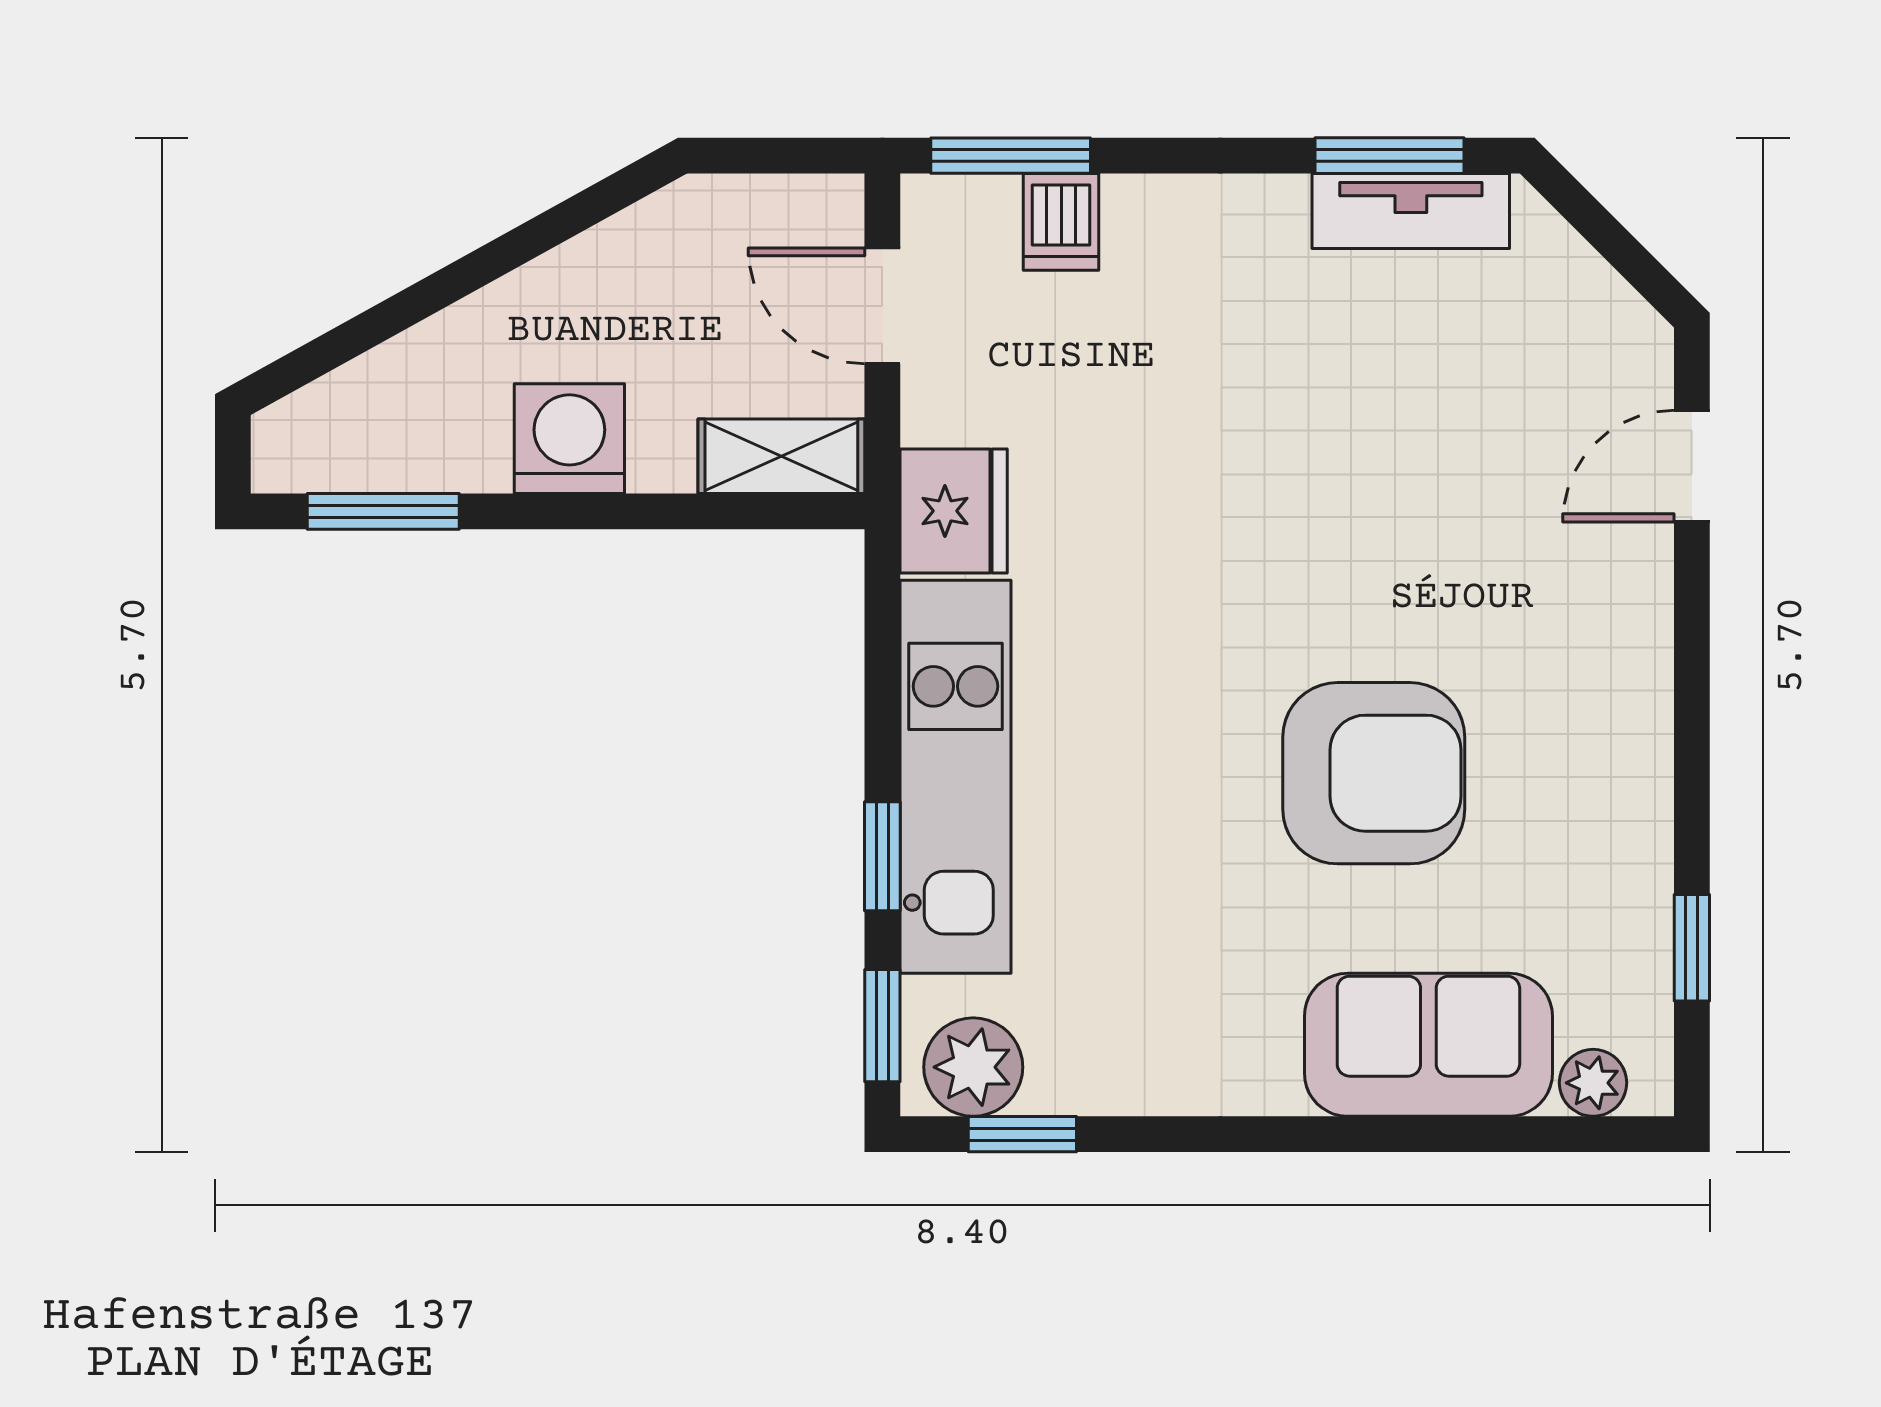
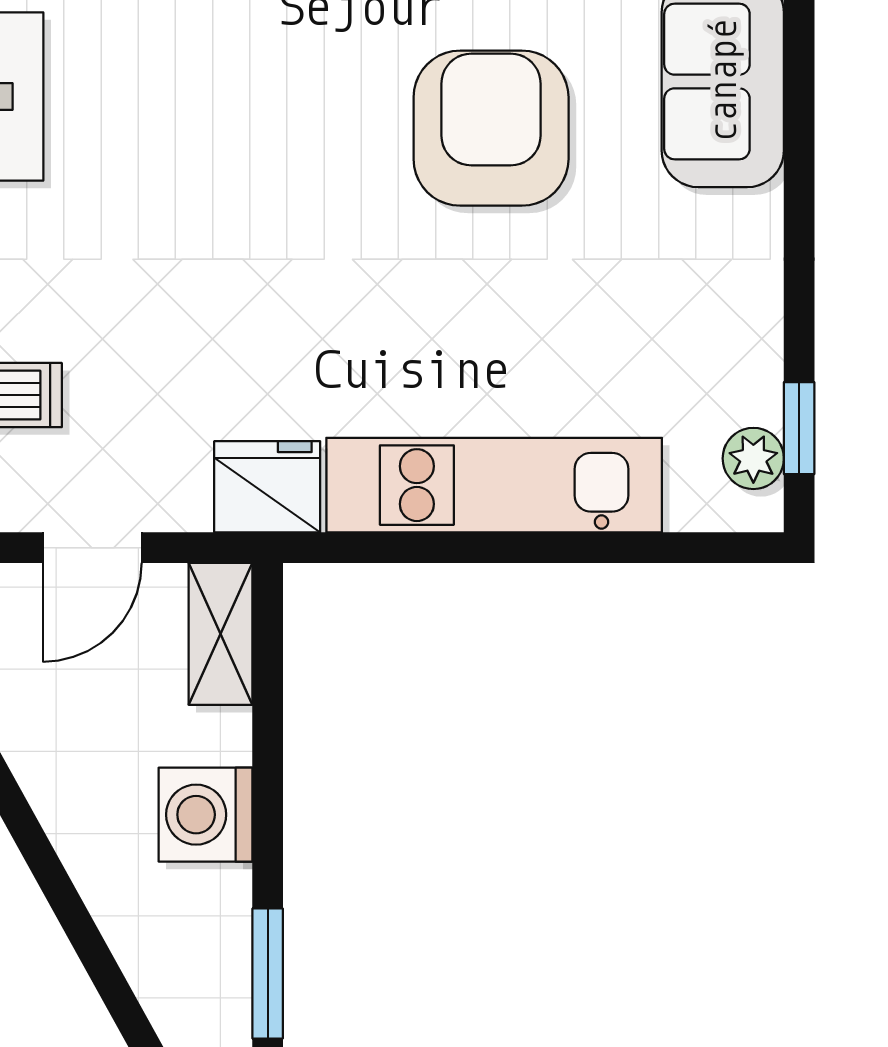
window: (882, 856) -> (562, 548), removed
window: (882, 1026) -> (706, 548), removed
plant: (973, 1067) -> (753, 458), width x0.73, depth x0.73

